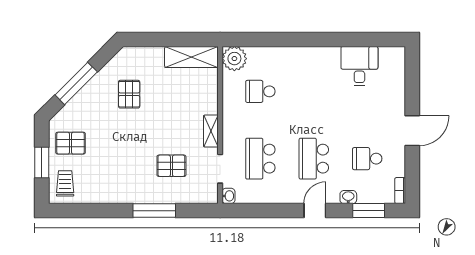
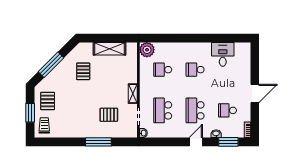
shelving: (191, 57) -> (109, 49), moved
school desk: (314, 91) -> (195, 70), added
pallet: (71, 143) -> (48, 101), turned 90

